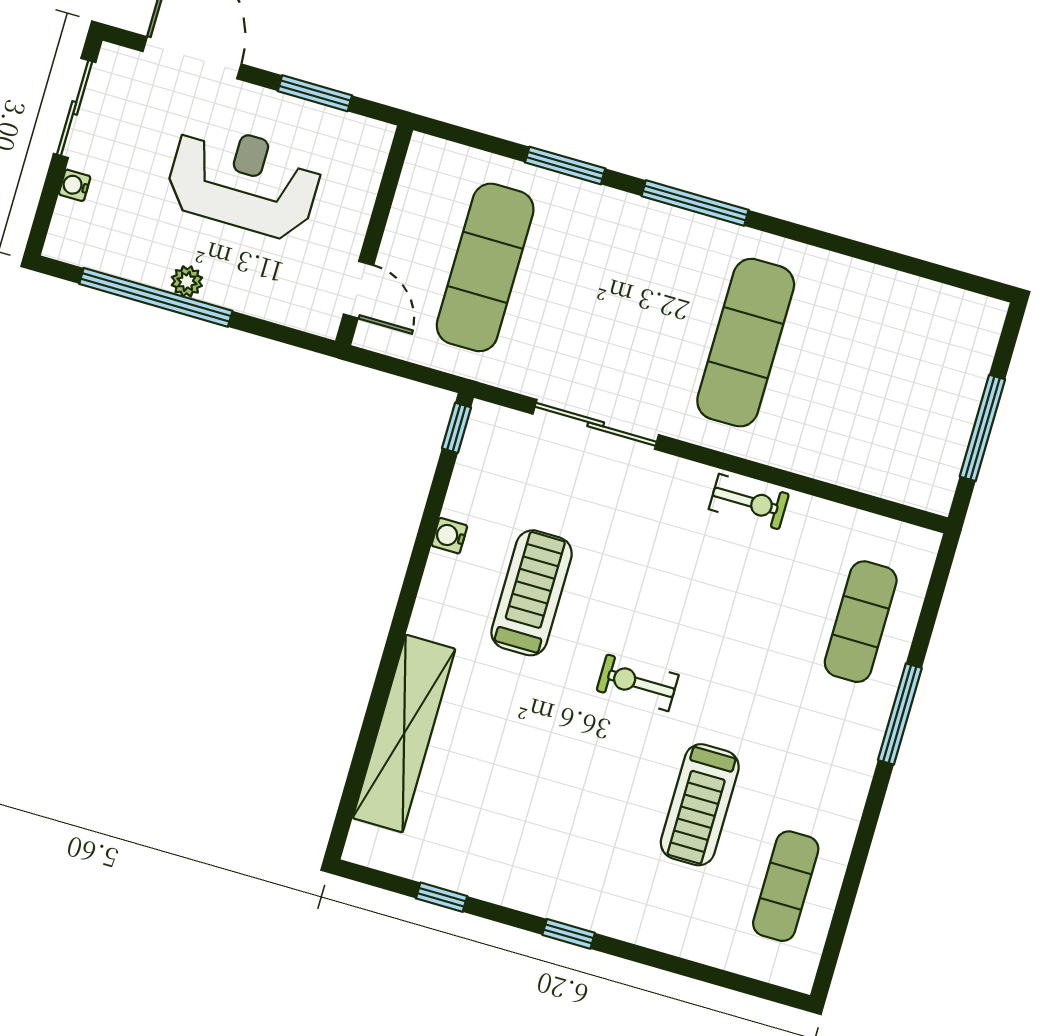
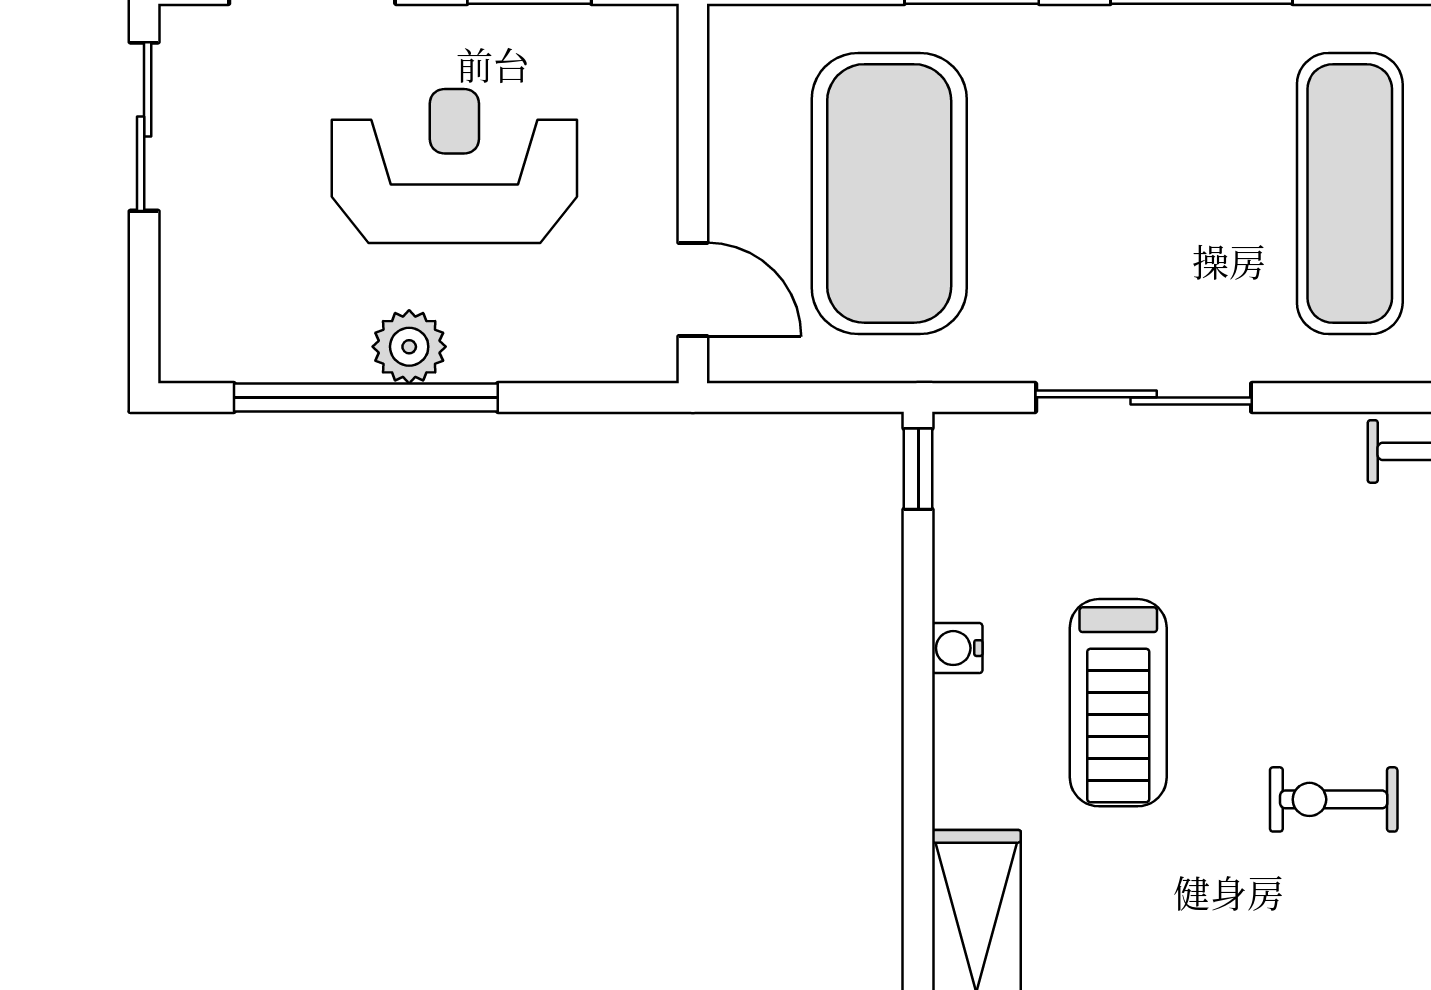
water cooler: (75, 185) -> (181, 253), removed
exercise mat: (485, 267) -> (889, 193), width x1.47
plant: (187, 281) -> (409, 347), width x1.38, depth x1.38
treadmill: (532, 593) -> (1118, 703), turned 180

